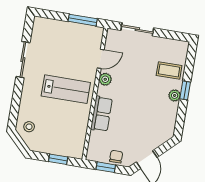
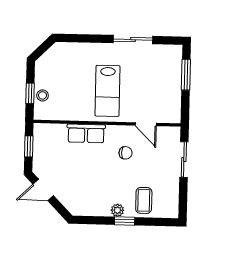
window: (83, 20) -> (186, 75), moved
plant: (105, 79) -> (124, 132), removed
stool: (29, 127) -> (43, 95), moved
chair: (116, 157) -> (126, 153), moved

